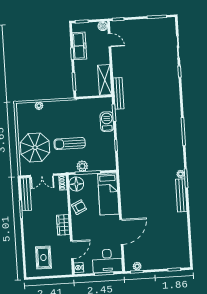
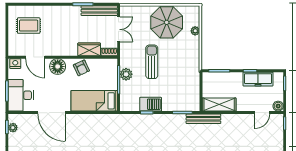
barbecue: (107, 122) -> (151, 104), moved
parasol: (35, 148) -> (167, 22), moved
double door: (42, 175) -> (119, 29), swing flipped
floor lamp: (76, 184) -> (58, 67), moved
wardrobe: (63, 225) -> (89, 49), moved

